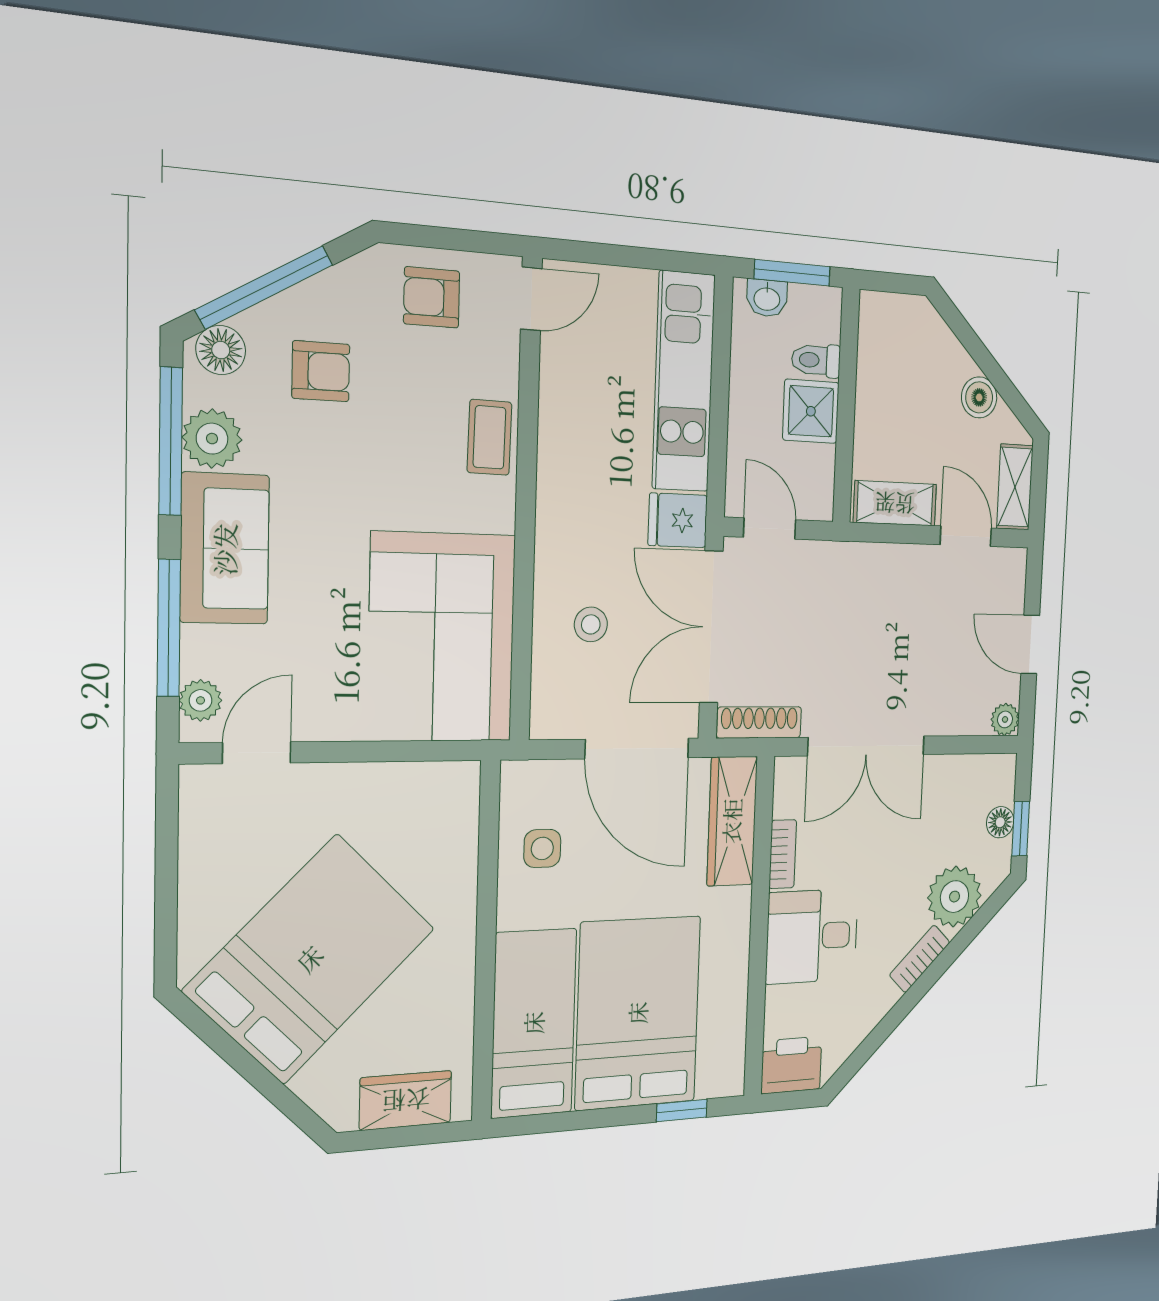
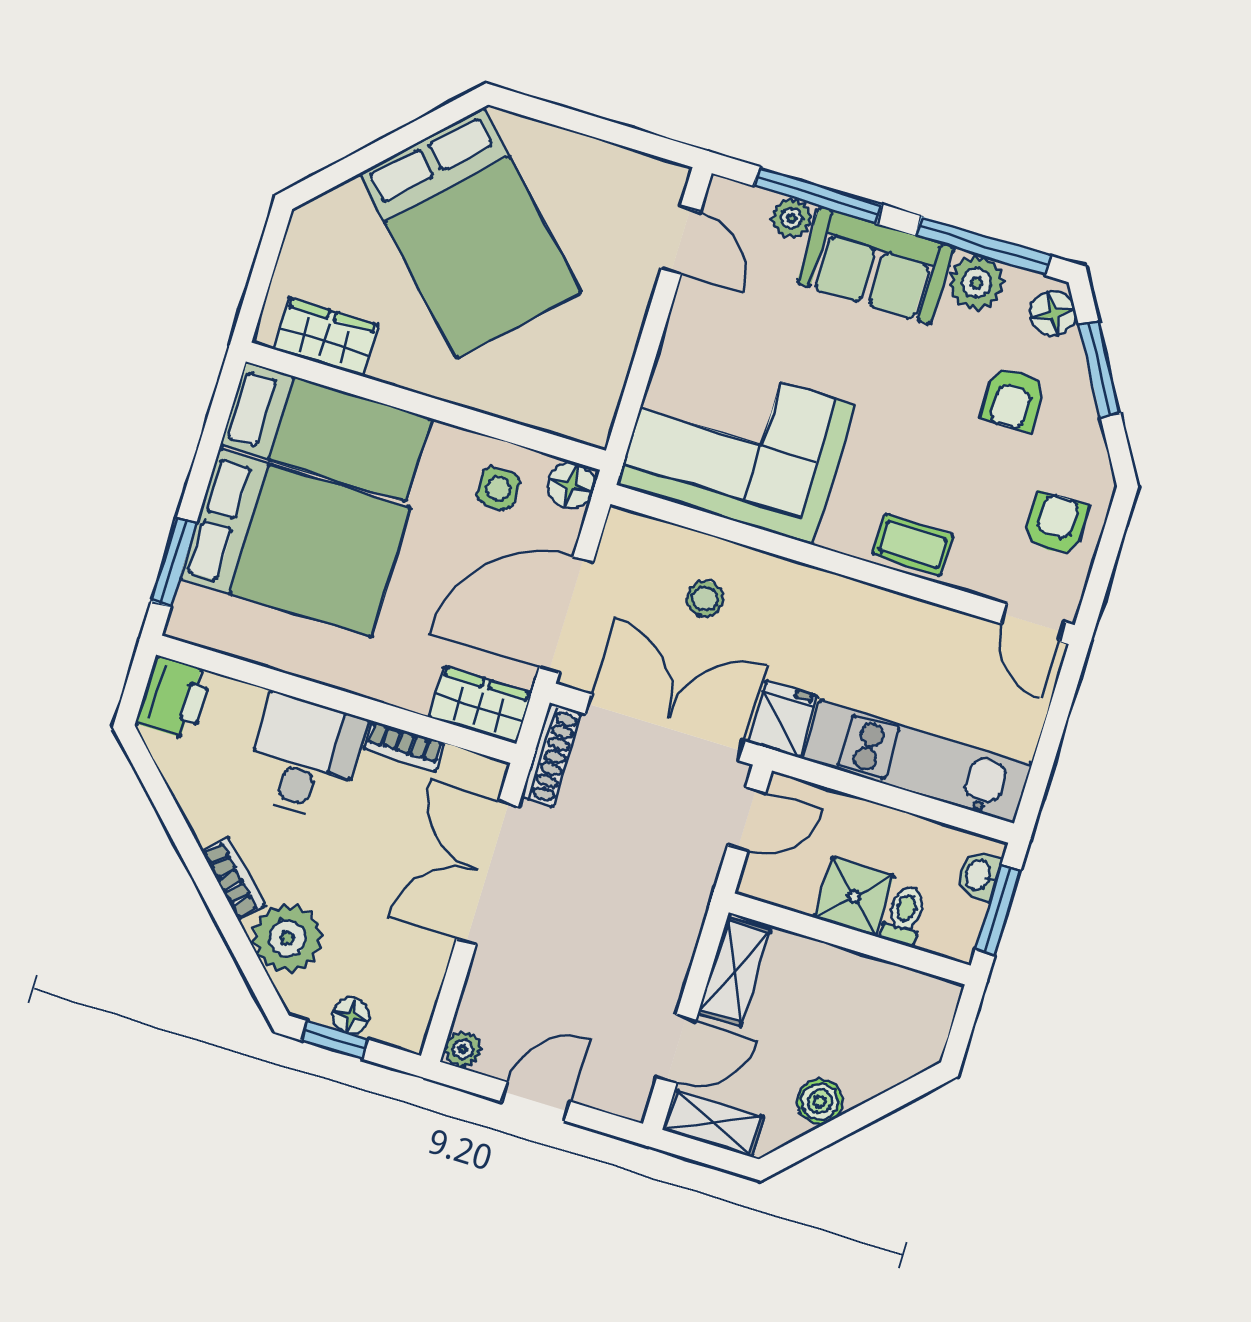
window: (264, 287) -> (1100, 369), width x0.69
plant: (200, 700) -> (791, 218), moved
floor lamp: (521, 782) -> (571, 485), added
wardrobe: (732, 821) -> (480, 705), width x0.67
wardrobe: (406, 1100) -> (326, 337), moved, turned -90
window: (682, 1111) -> (174, 563), width x1.50

